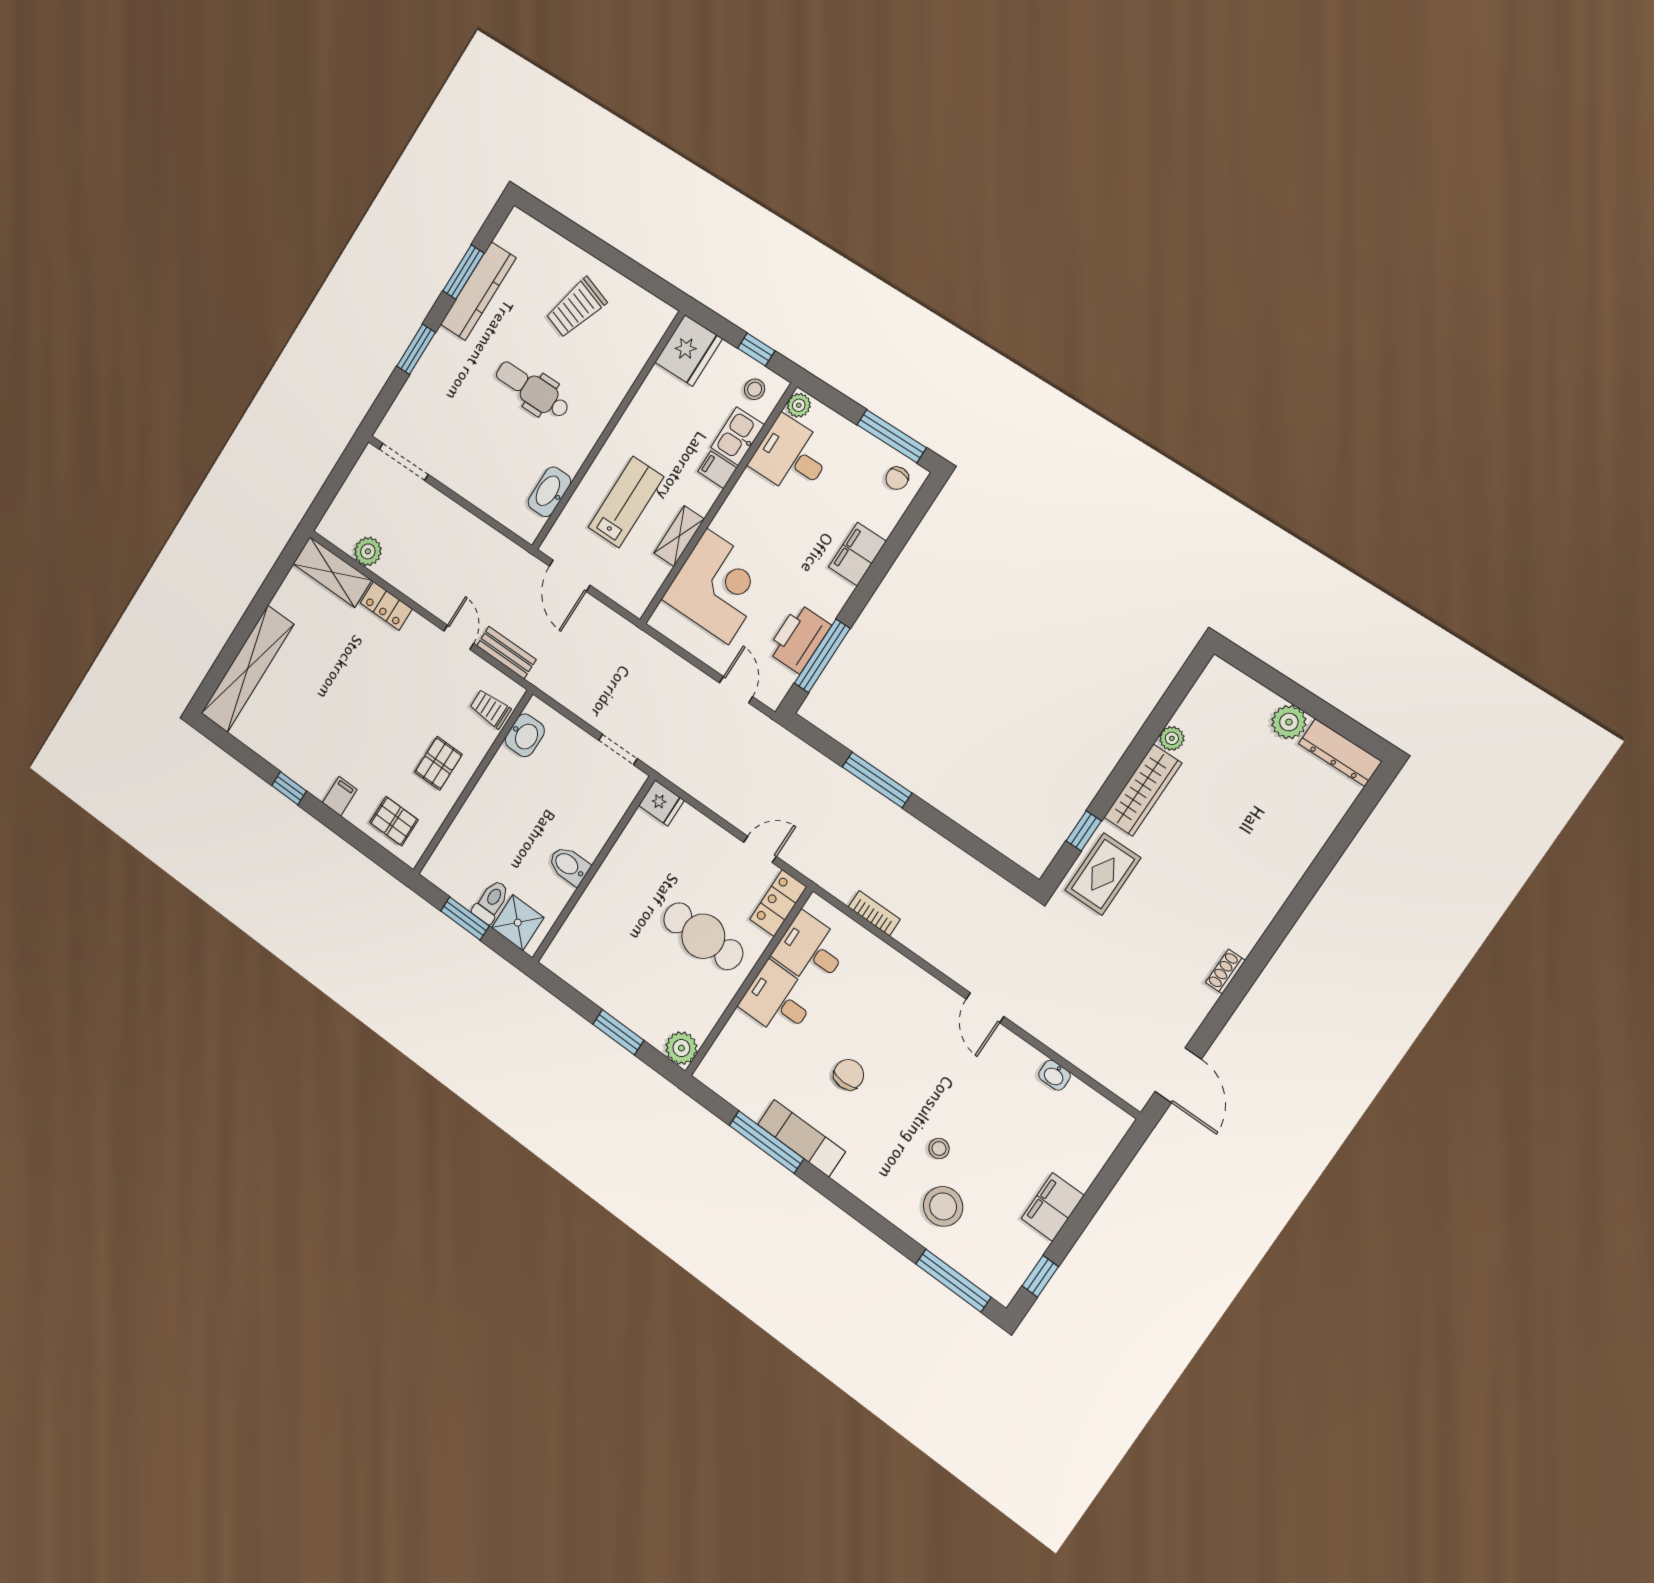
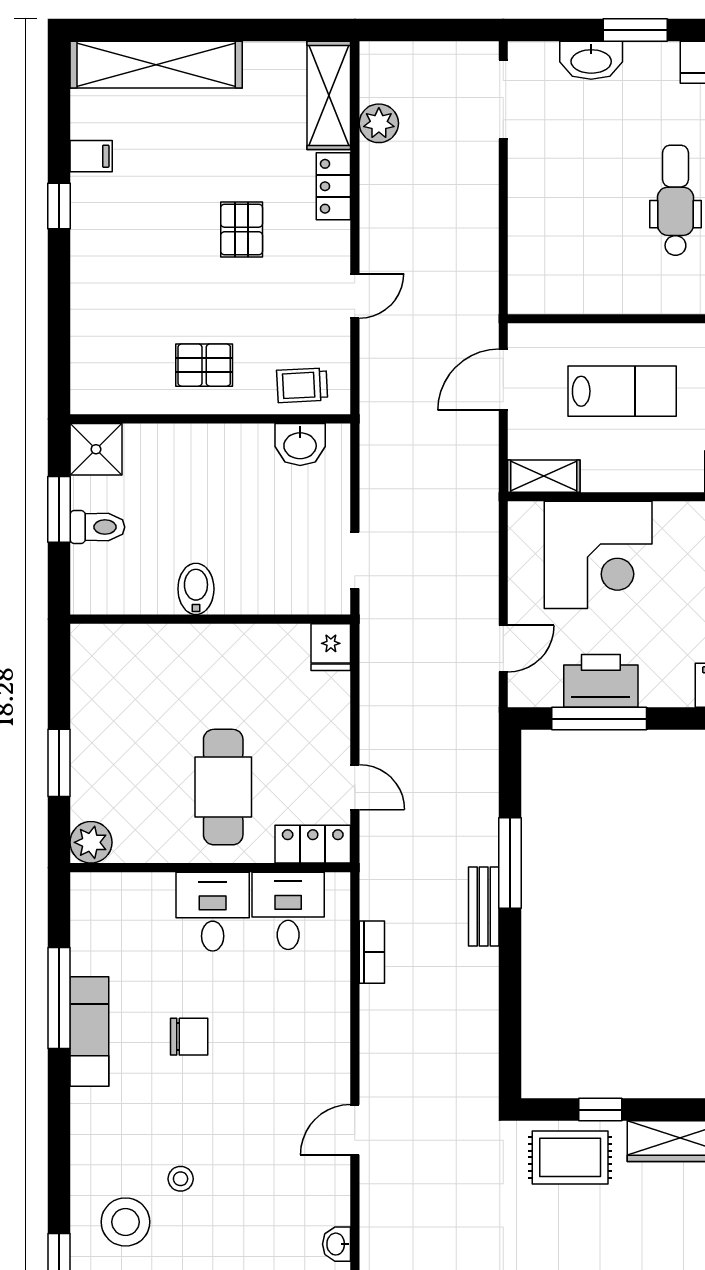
washbasin: (549, 492) -> (591, 60), moved, turned 180
shelving: (679, 536) -> (544, 476), moved
bench: (506, 653) -> (484, 907), moved
trolley: (490, 709) -> (302, 385), turned -93
filing cabinet: (340, 796) -> (91, 156), moved
pallet: (394, 821) -> (242, 229), moved
shower: (518, 923) -> (96, 449), moved

